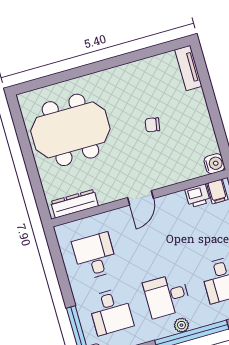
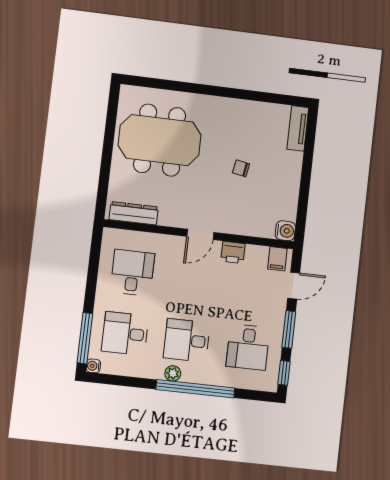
printer: (197, 196) -> (233, 252), moved
desk: (111, 312) -> (125, 333), turned 90
plant: (181, 325) -> (173, 373), moved

